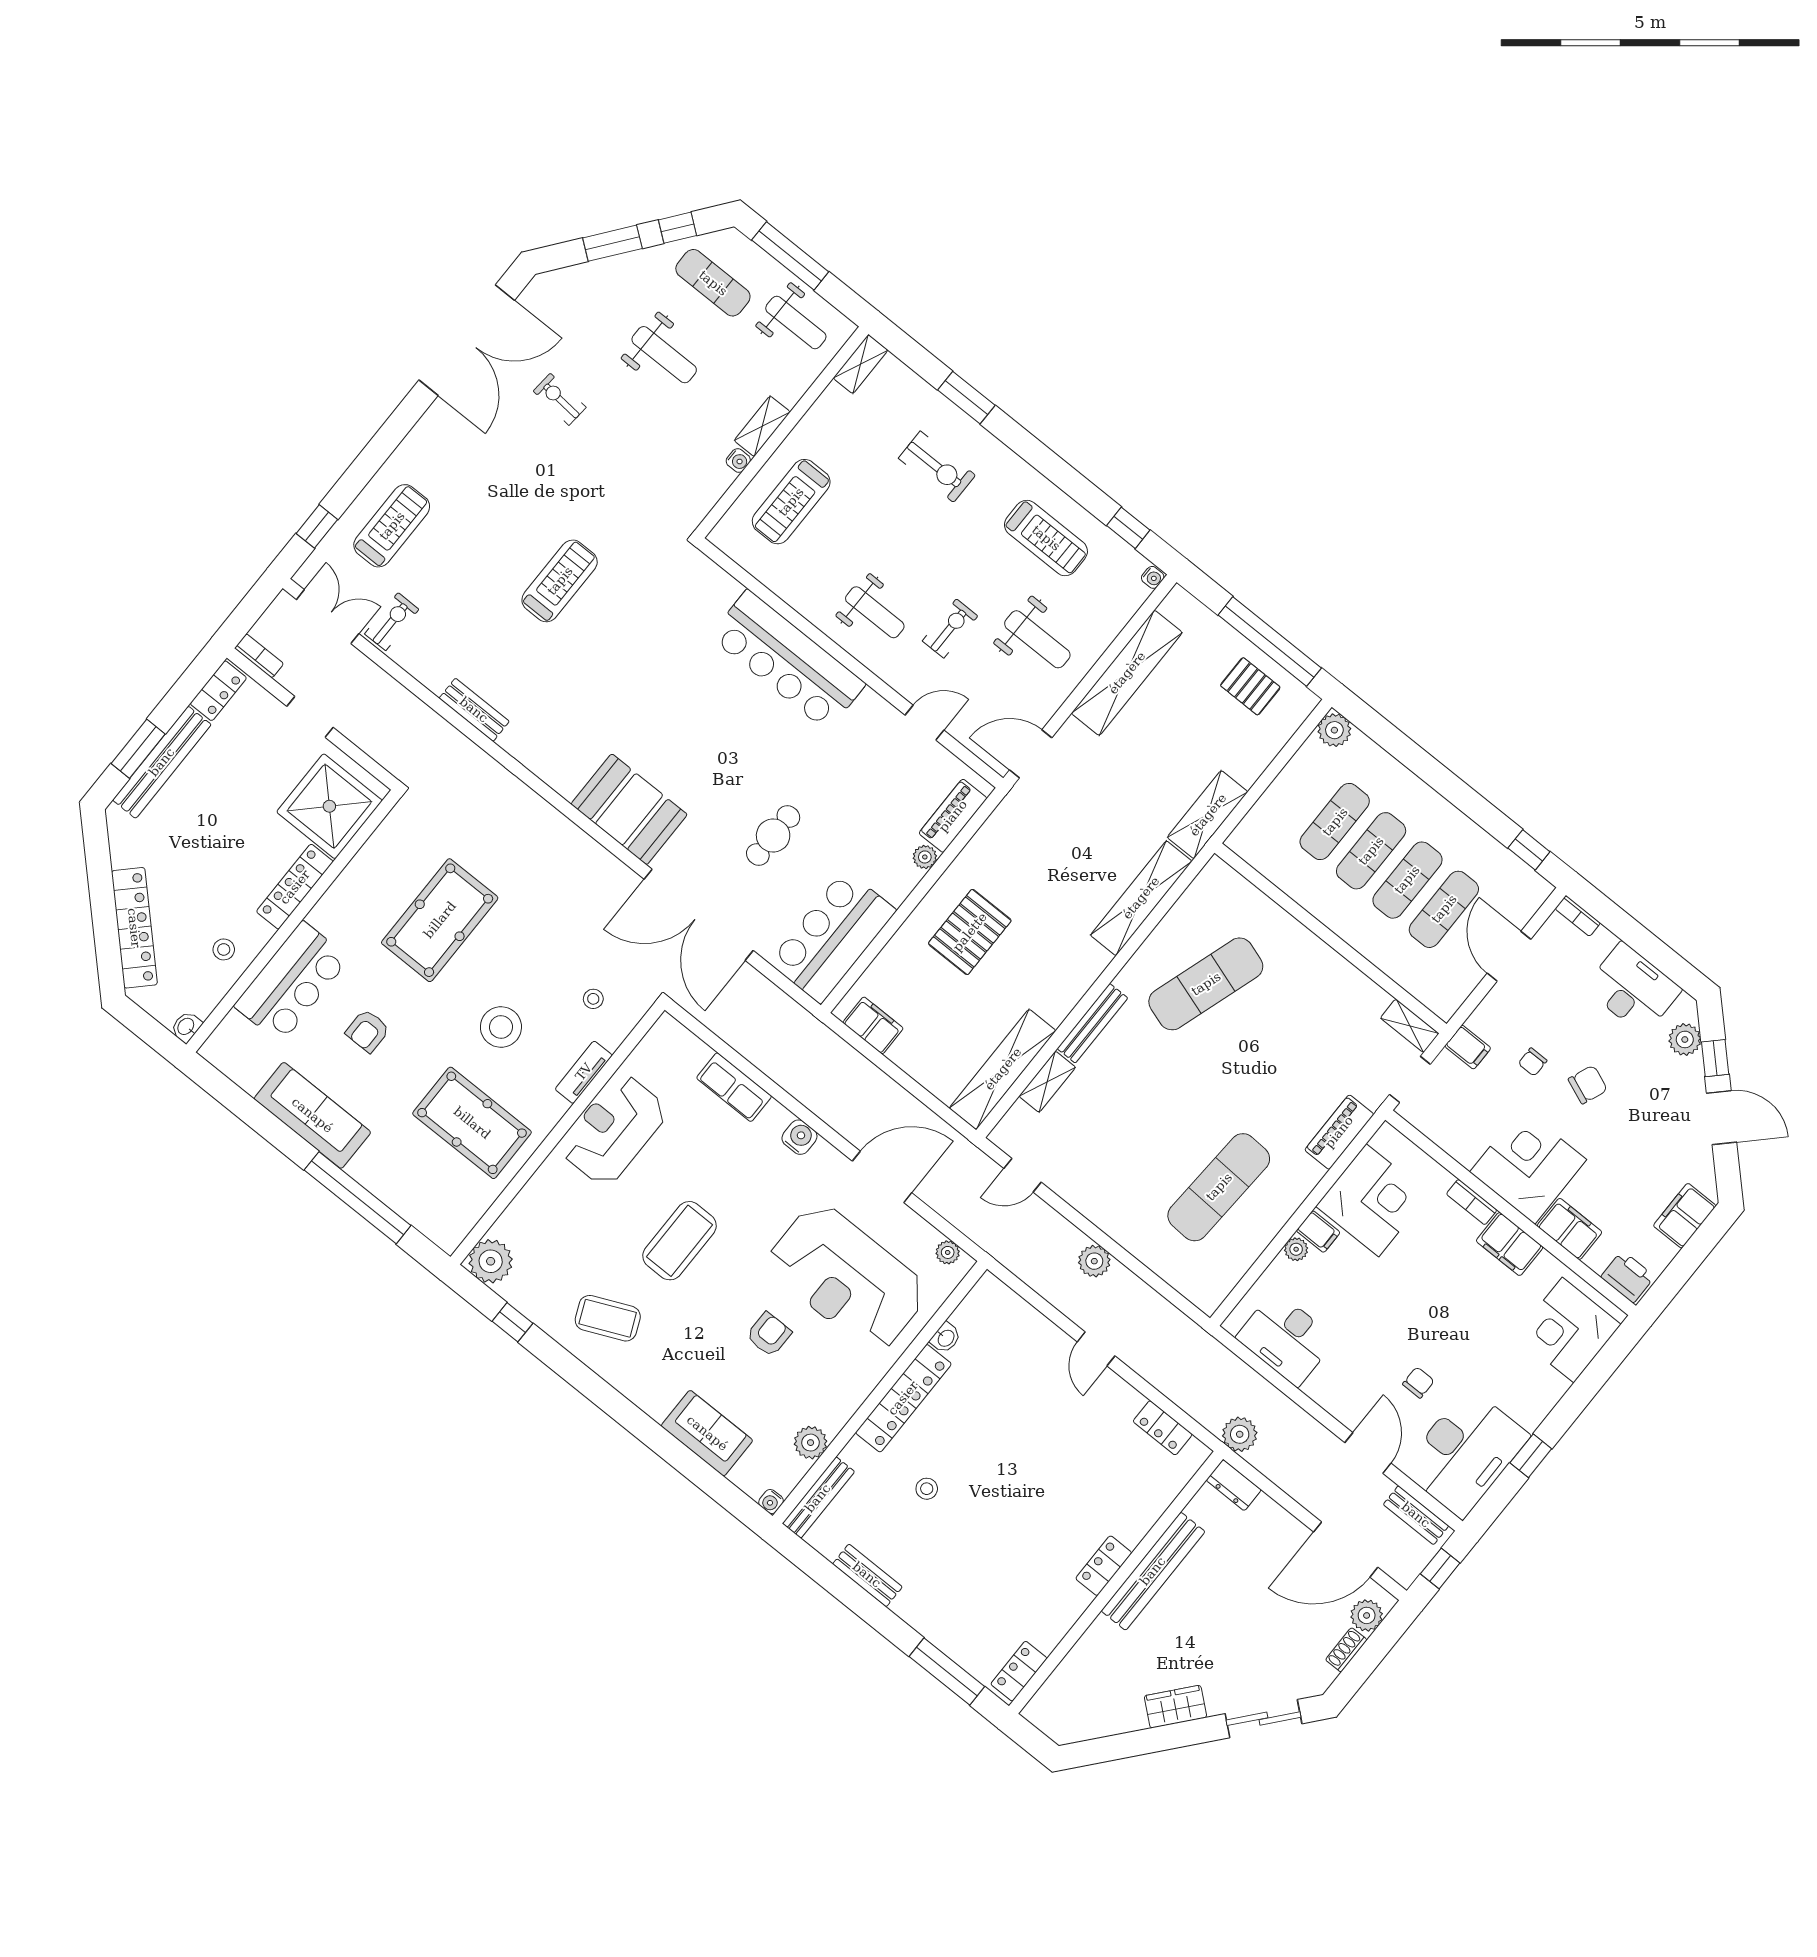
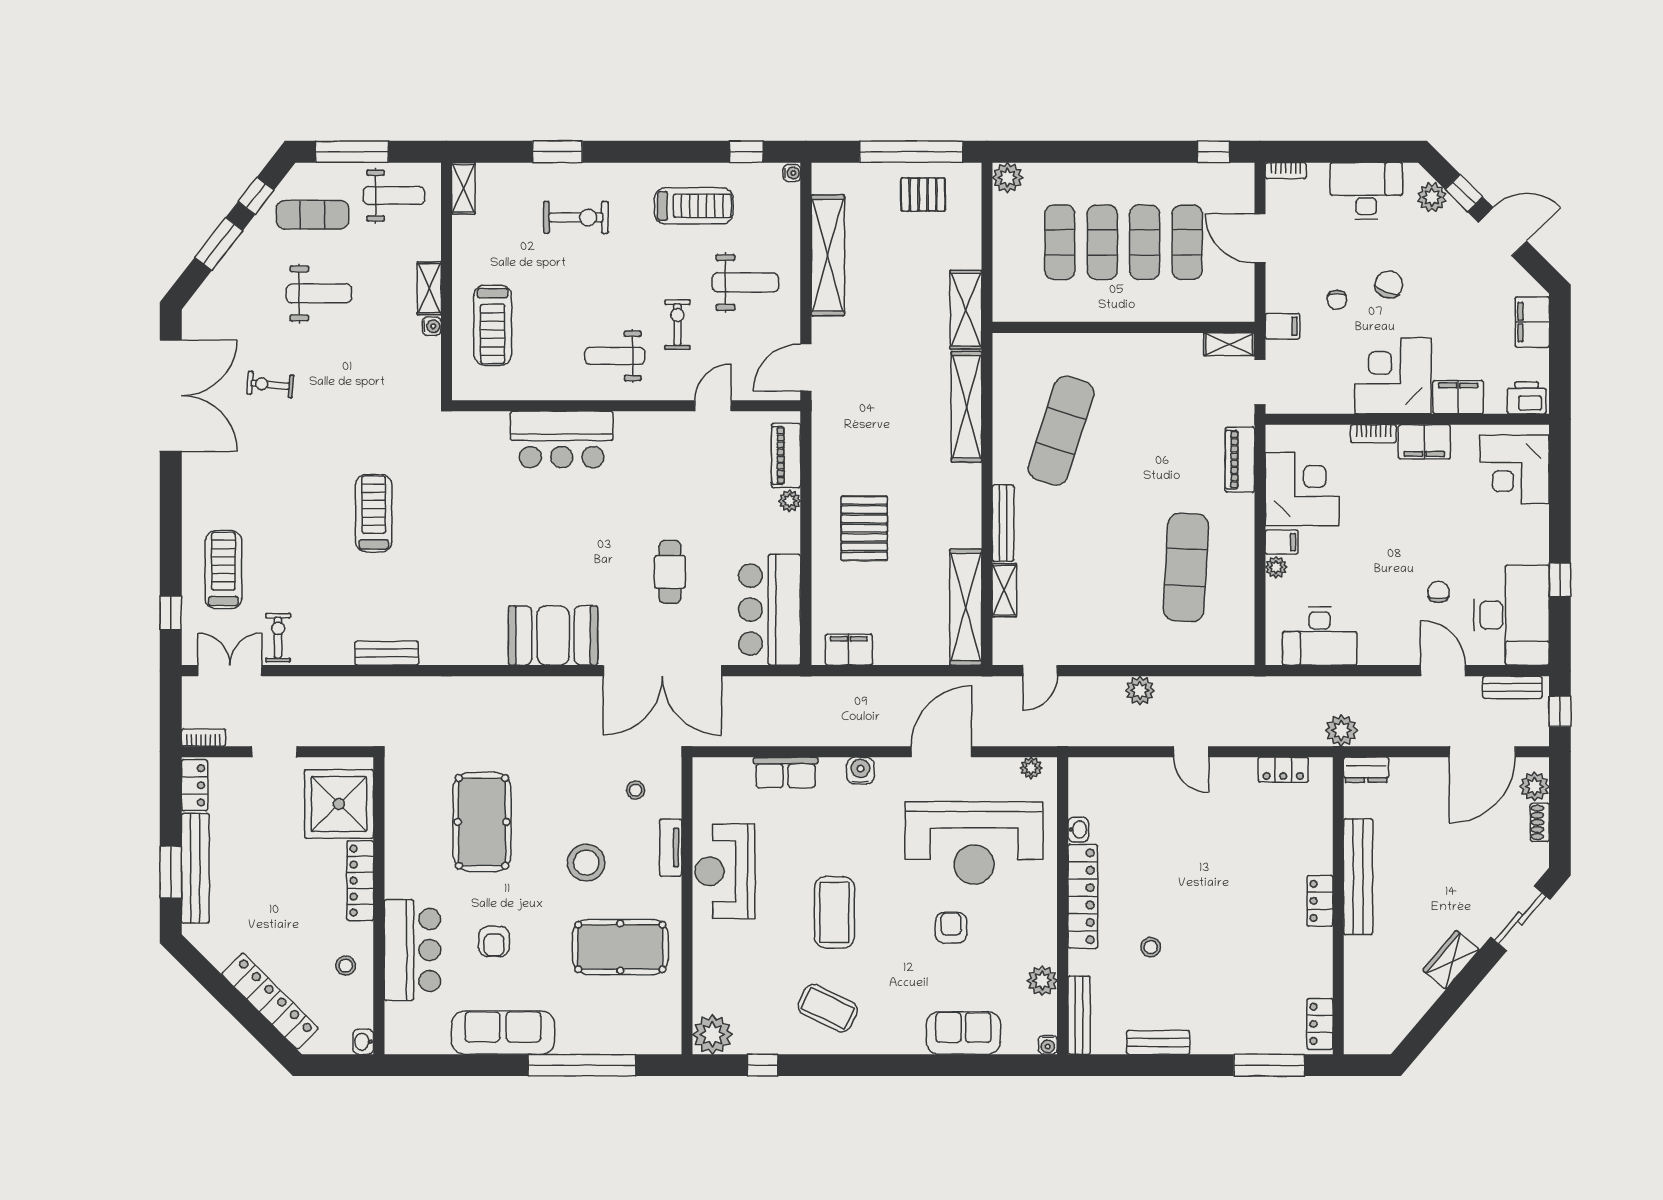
weight bench: (875, 612) -> (615, 356), turned 180
bar counter: (788, 660) -> (562, 440), width x0.73
coffee table: (608, 1318) -> (828, 1008), turned 50

